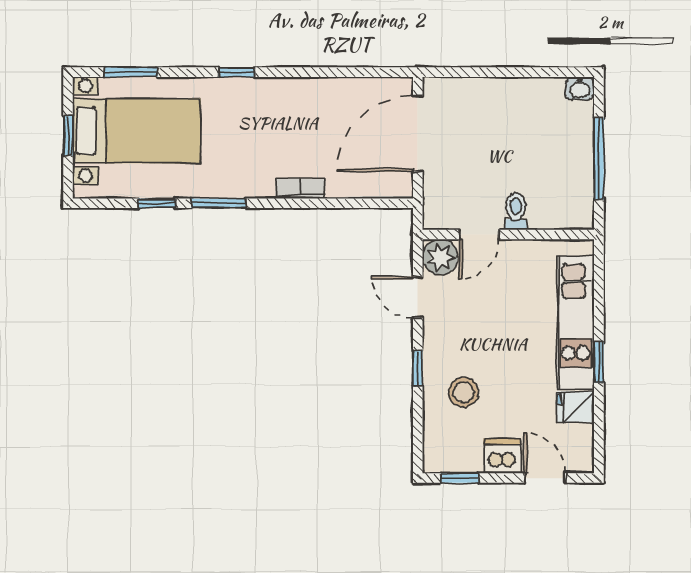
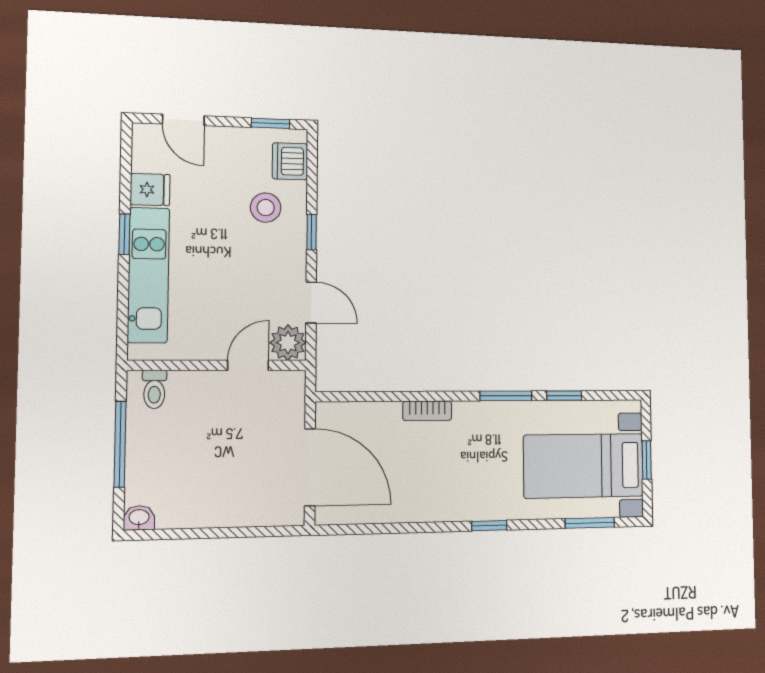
door: (418, 134) -> (310, 467), hinge flipped
toilet: (516, 211) -> (154, 389), moved
dishwasher: (502, 456) -> (290, 161), moved, turned 90

